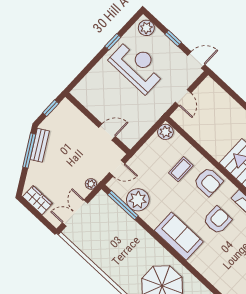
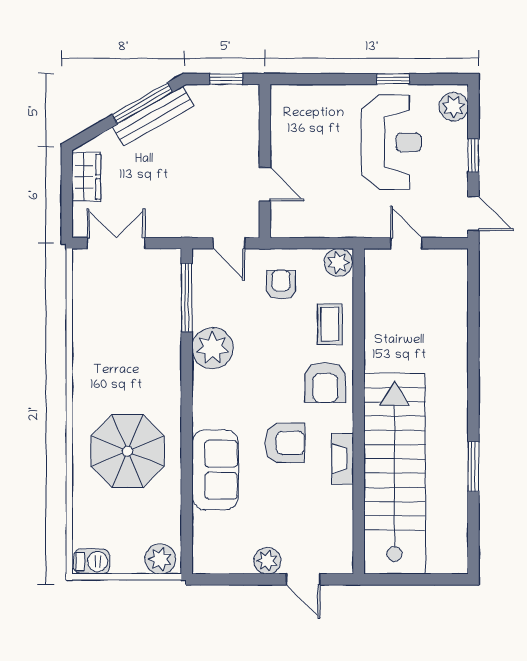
door: (183, 98) -> (406, 243), swing flipped
bench: (40, 145) -> (153, 116), width x1.36
armchair: (153, 163) -> (281, 285), added
coffee table: (181, 169) -> (330, 324), moved, turned 90
plant: (91, 184) -> (175, 228), removed
plant: (138, 200) -> (212, 348), moved
sofa: (179, 236) -> (215, 470), moved

